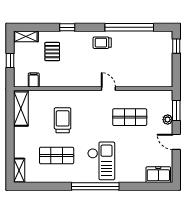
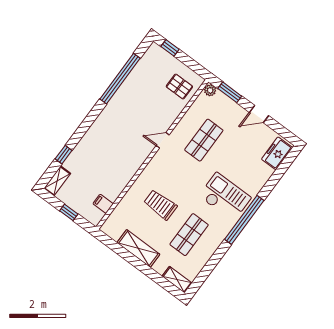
window: (67, 27) -> (64, 155), moved
trolley: (102, 43) -> (116, 114), removed
pallet: (52, 52) -> (179, 87), moved
shelving: (21, 109) -> (138, 248), moved
plant: (168, 120) -> (210, 90), moved

